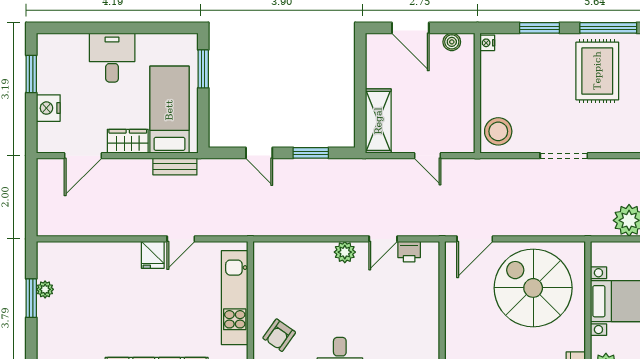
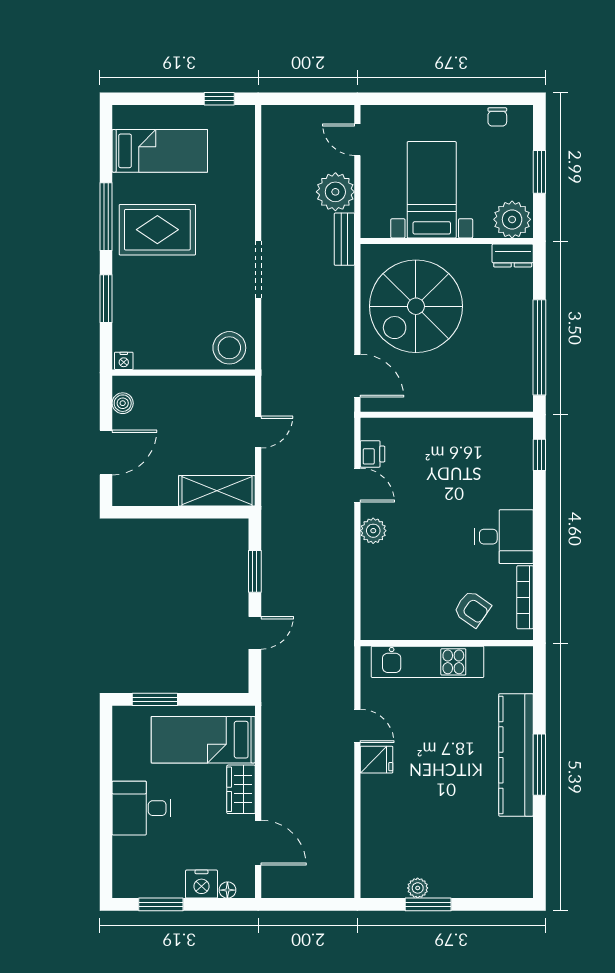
floor lamp: (43, 130) -> (227, 890), added
bench: (175, 166) -> (344, 239), moved

